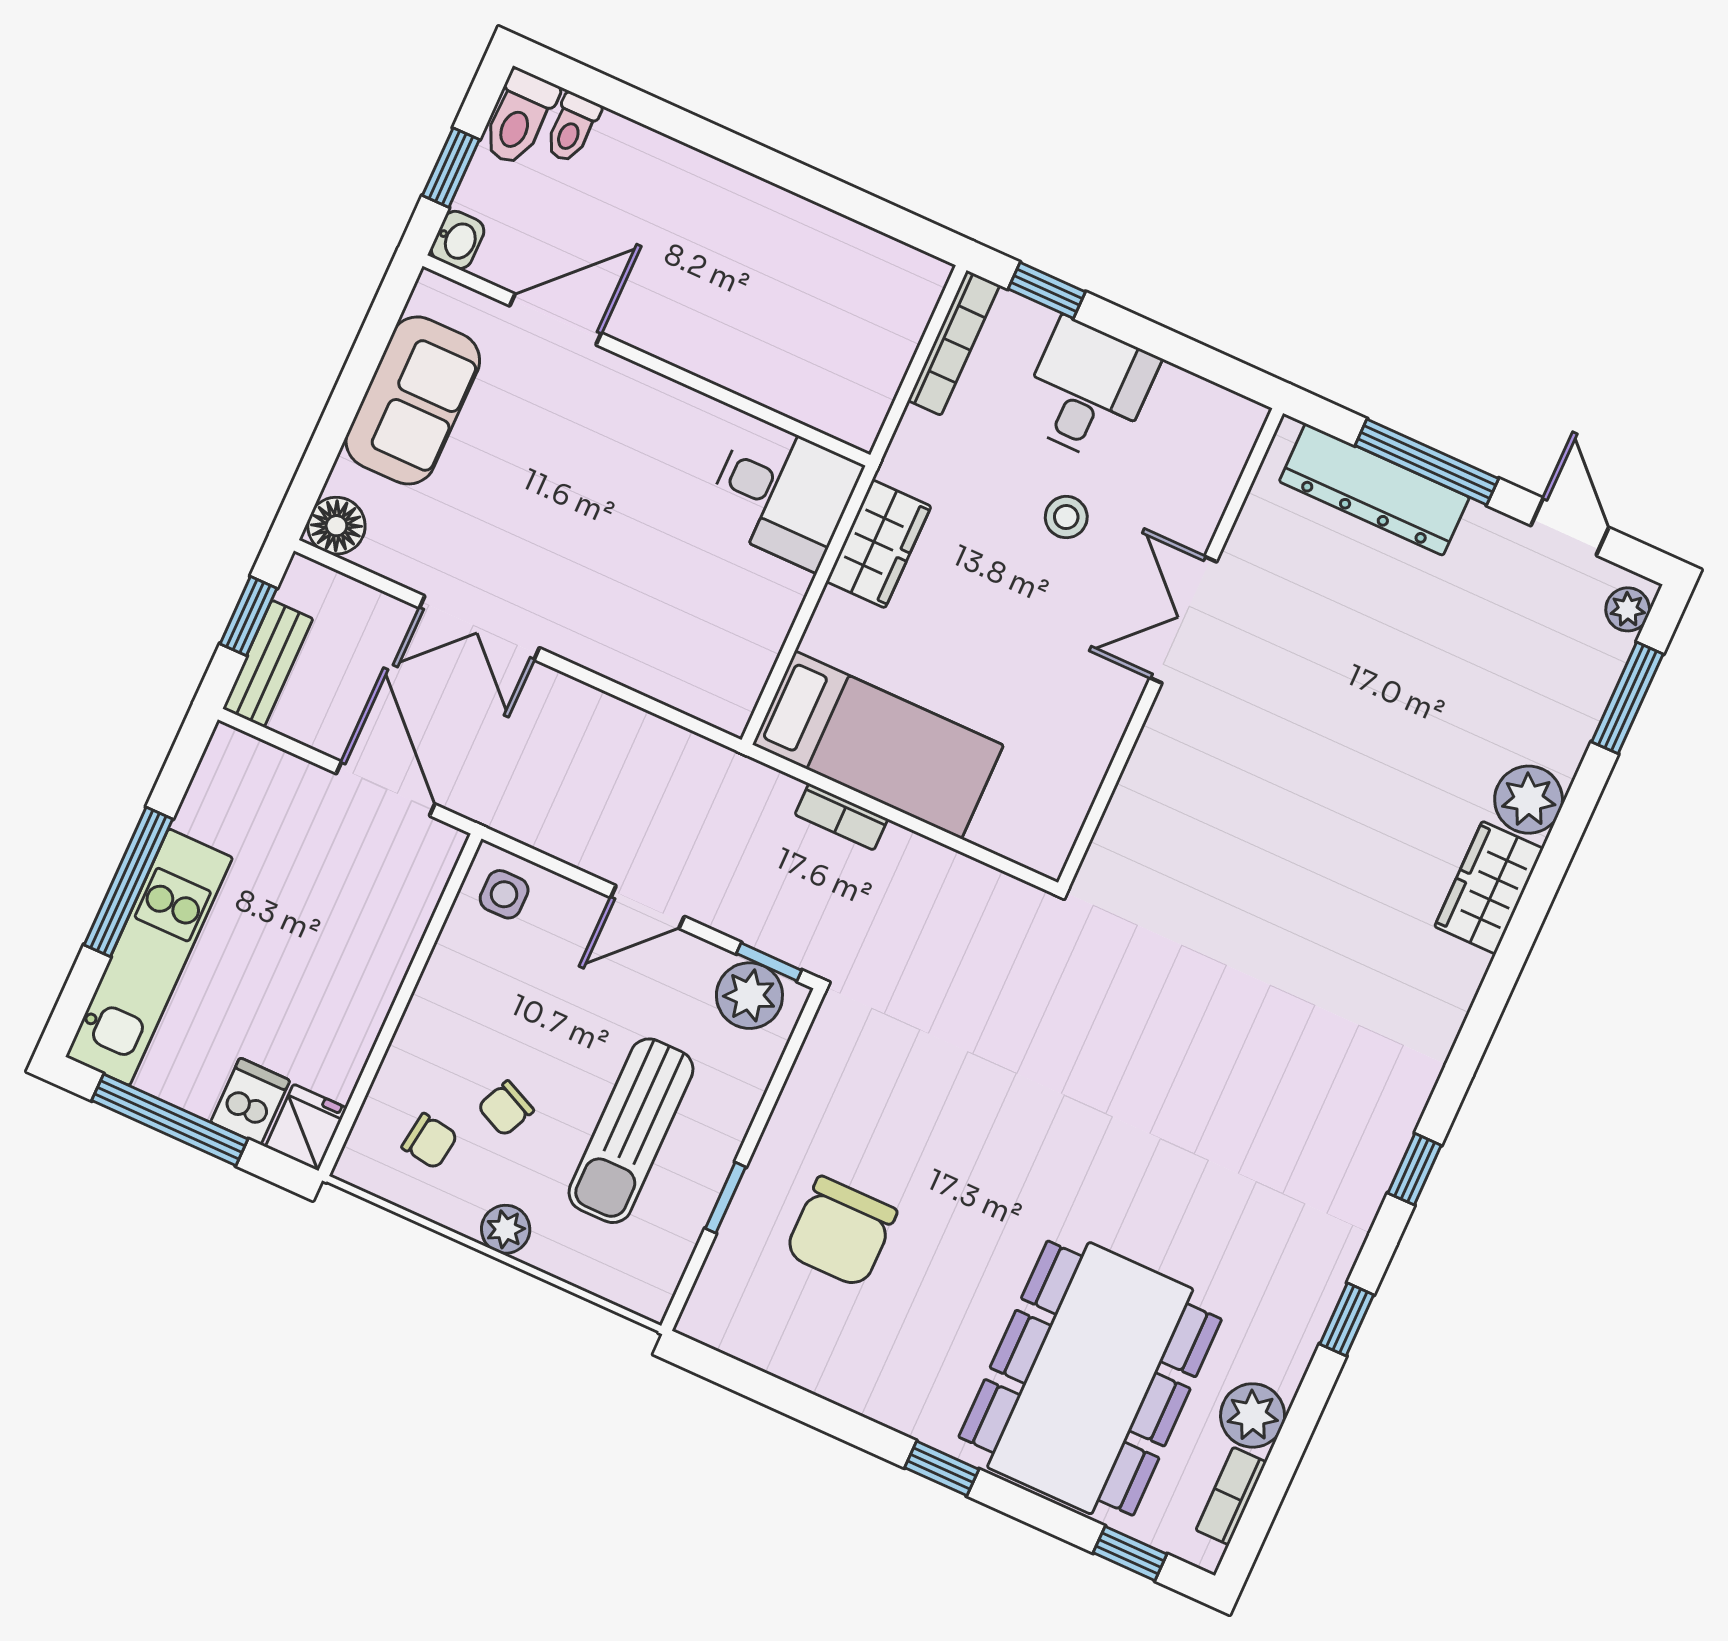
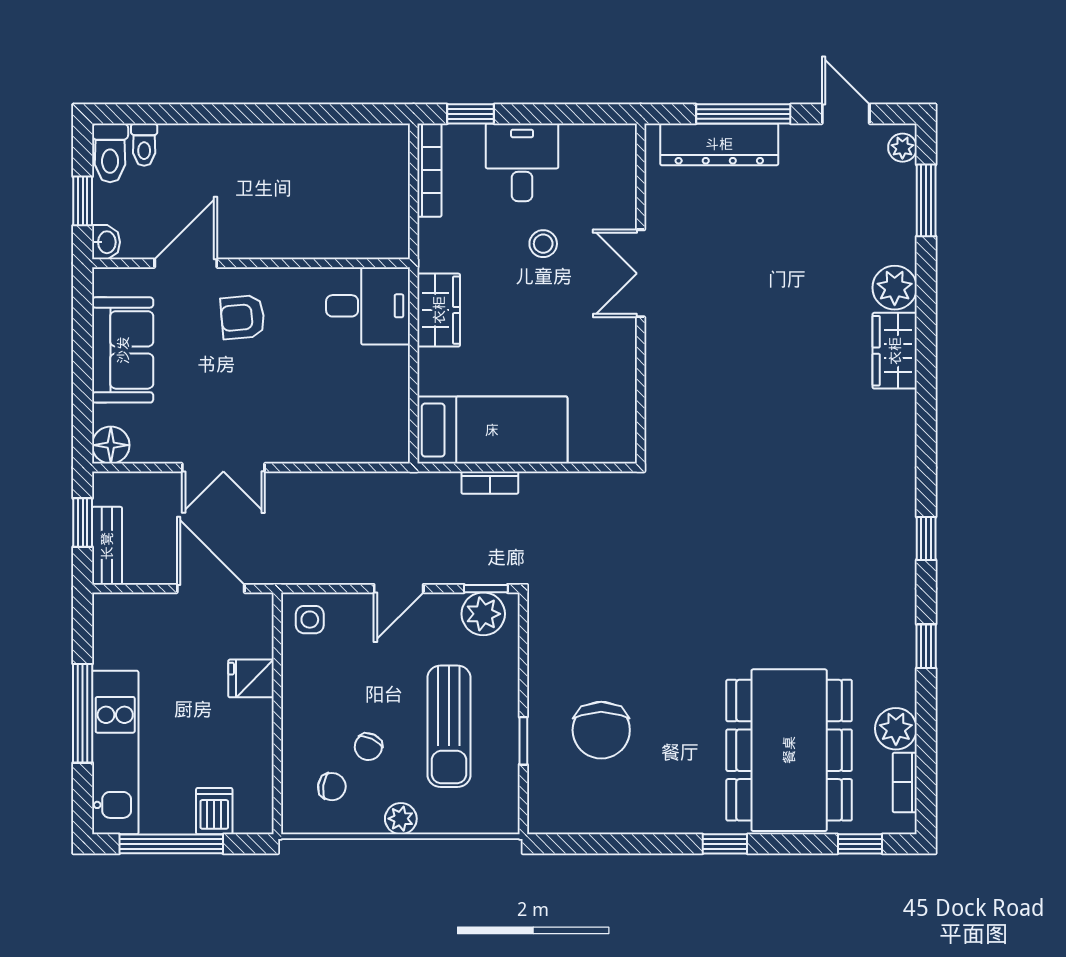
armchair: (601, 430) -> (243, 317), added
fridge: (306, 1127) -> (251, 678), moved, turned -90

